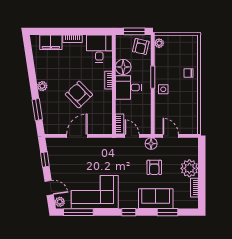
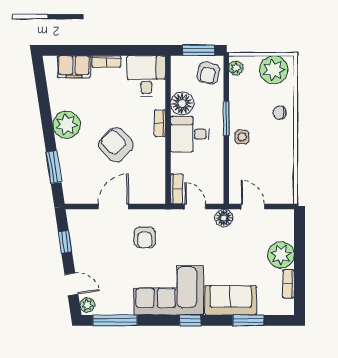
plant: (185, 44) -> (274, 70), added
plant: (42, 86) -> (67, 125), width x1.87, depth x1.87
armchair: (154, 167) -> (145, 237), moved
corner sofa: (95, 192) -> (169, 290), moved

